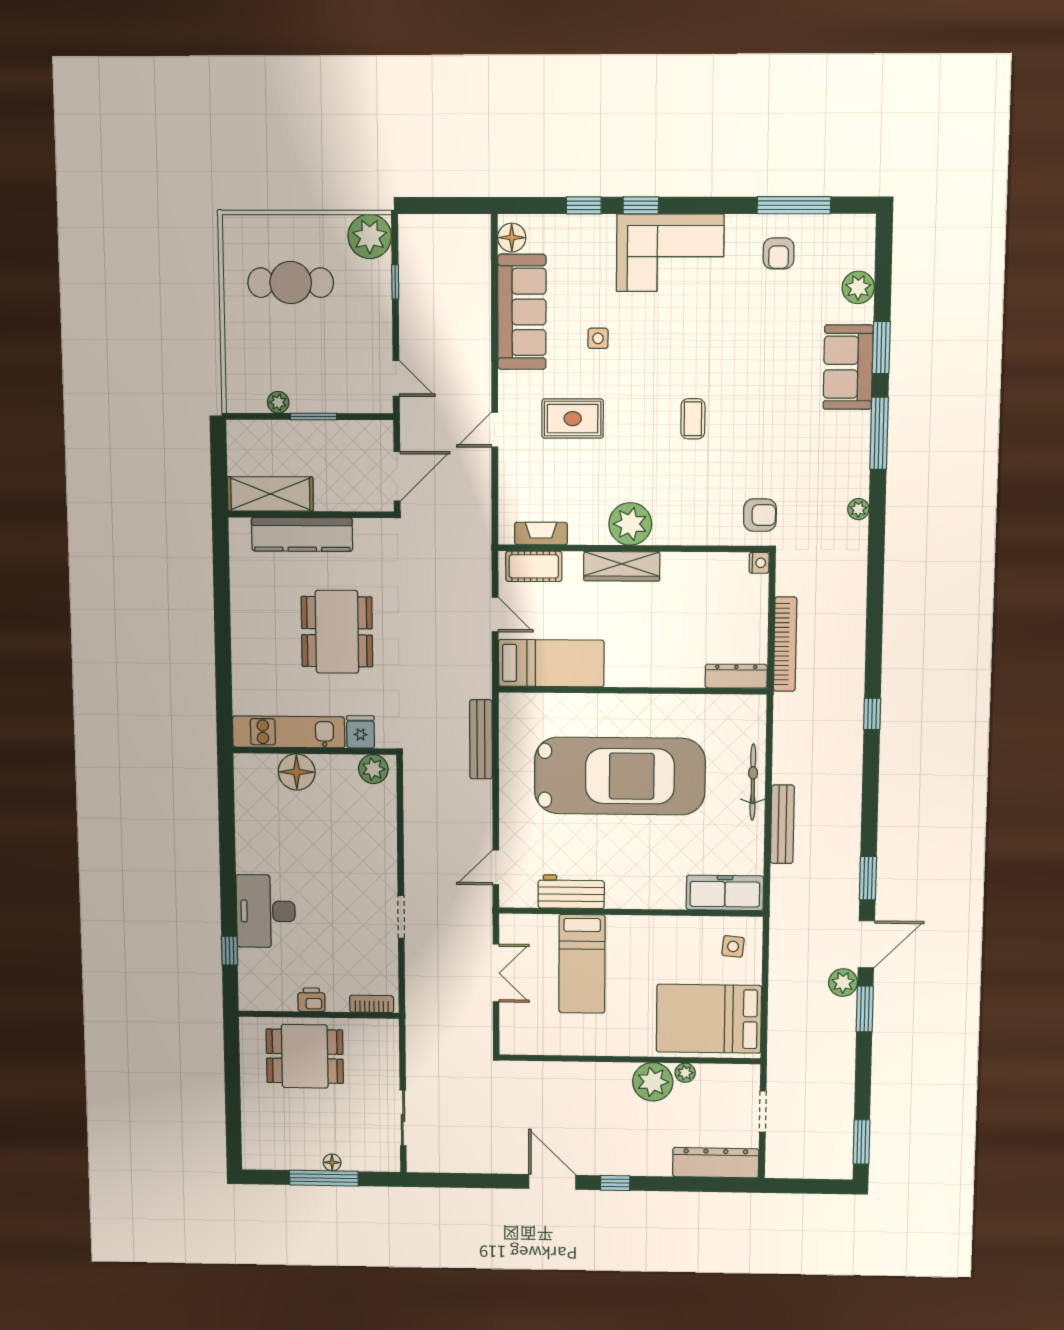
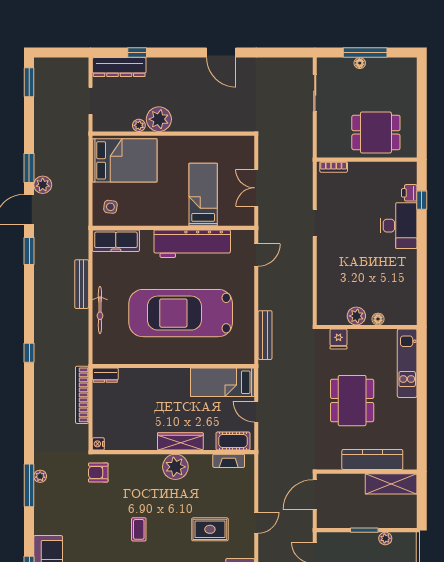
window: (879, 433) -> (29, 485), moved
dresser: (736, 676) -> (105, 375), width x0.70
kitchen unit: (289, 732) -> (407, 363), moved, turned 90
plant: (373, 769) -> (356, 316), moved
floor lamp: (297, 772) -> (378, 319), width x0.53, depth x0.53
workbench: (571, 892) -> (192, 244), width x1.87, depth x1.32
printer: (311, 1000) -> (409, 193), moved, turned 90
window: (615, 1183) -> (137, 53), moved

